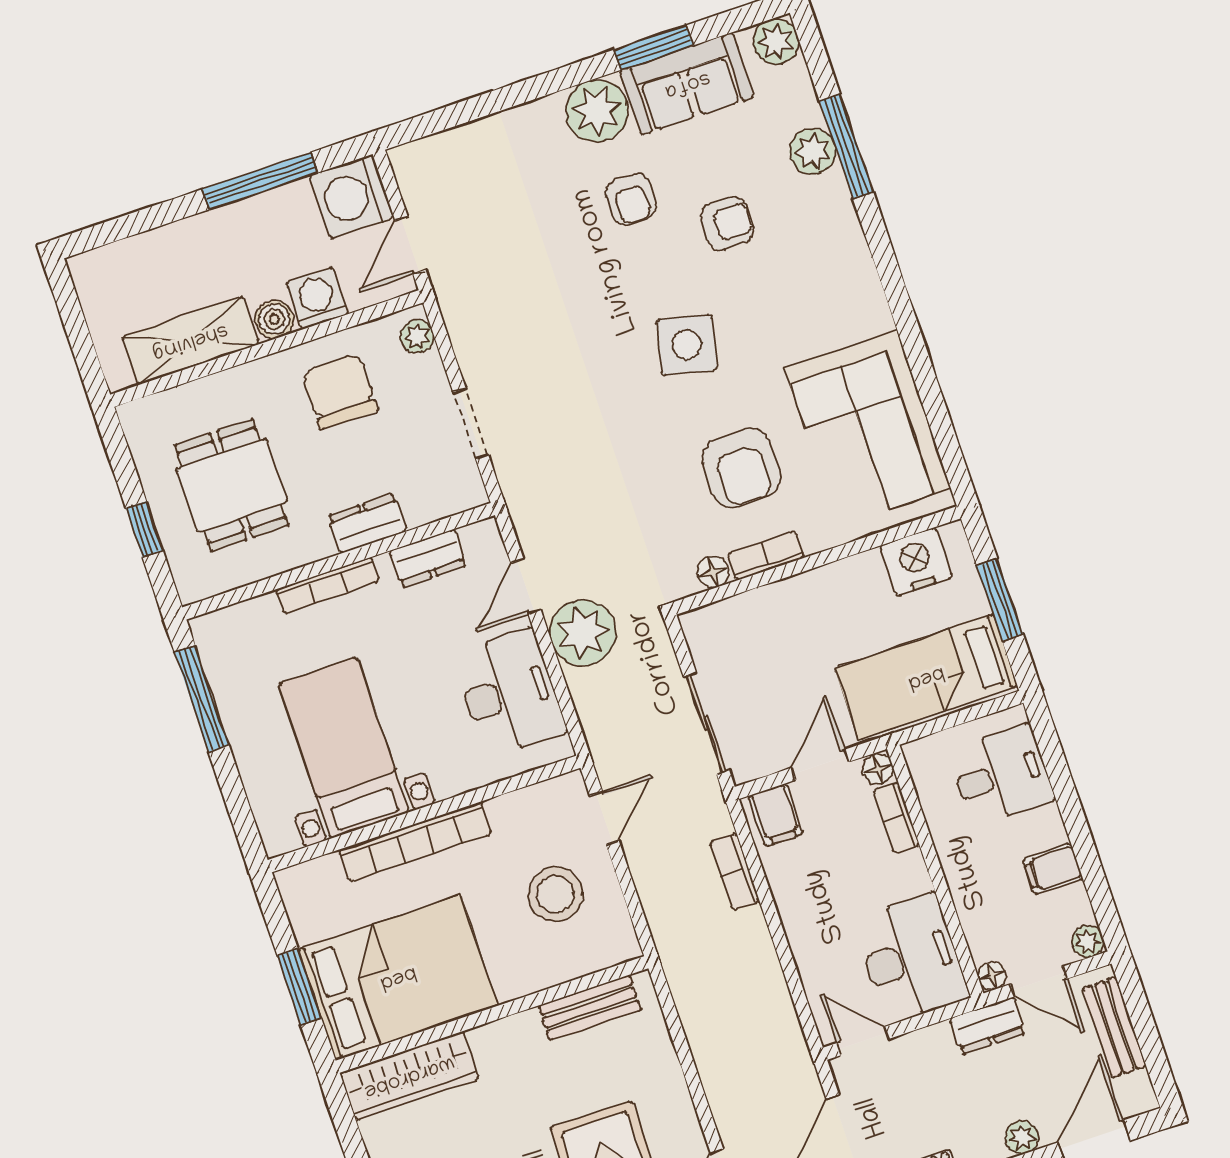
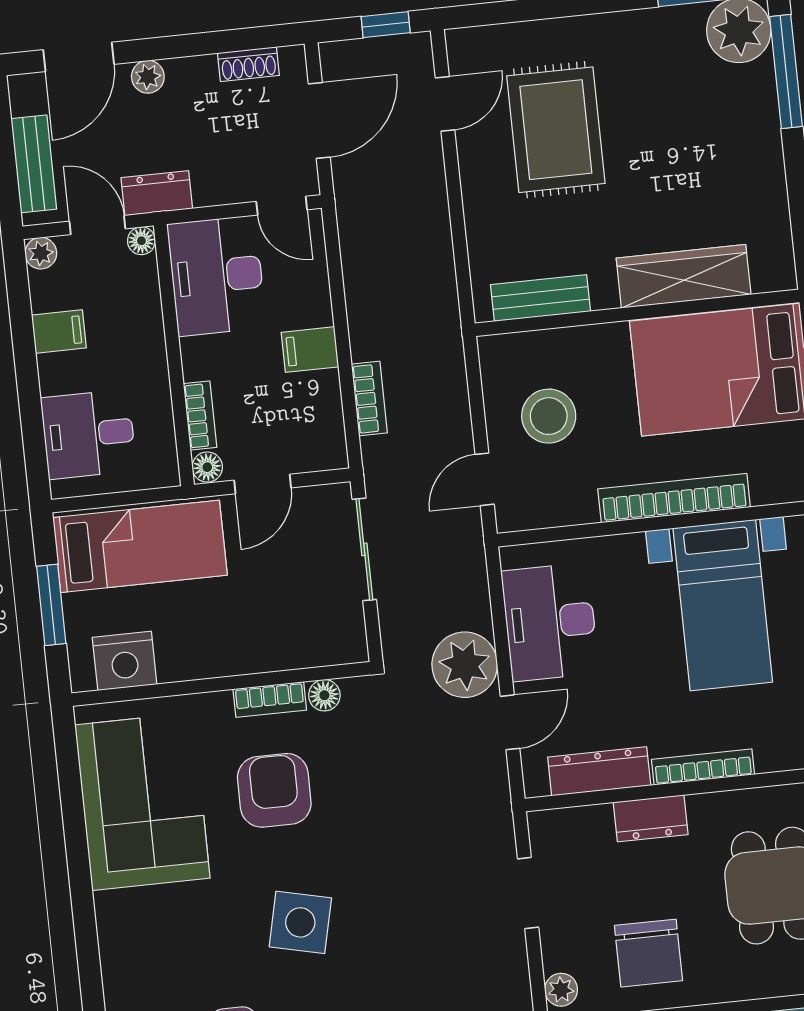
dresser: (428, 558) -> (599, 771), width x1.44
filing cabinet: (776, 815) -> (310, 350), moved, turned -90
wardrobe: (409, 1076) -> (684, 276), moved

